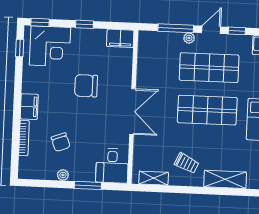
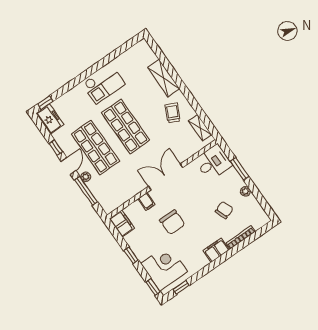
door: (211, 30) -> (69, 166), swing flipped
filing cabinet: (123, 76) -> (146, 202), added

